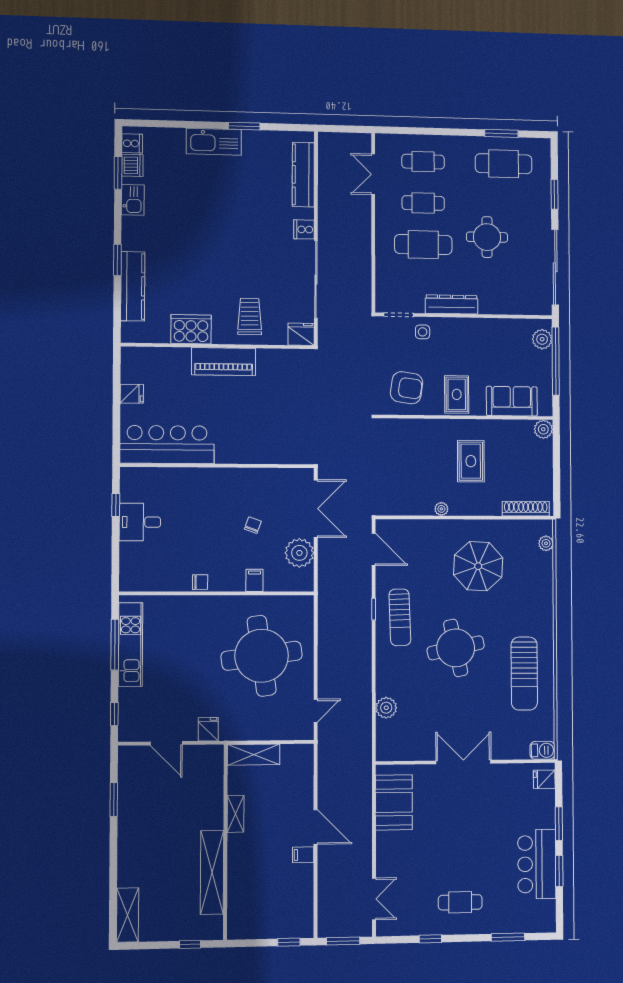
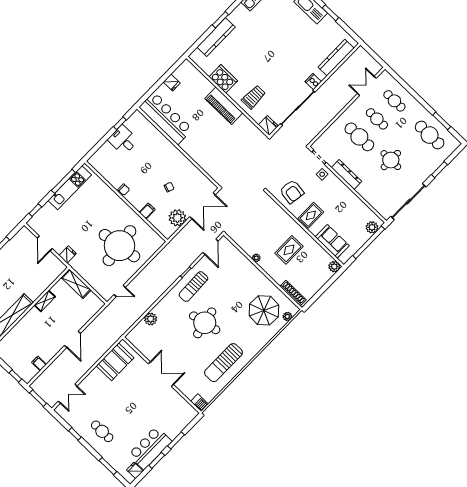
parasol: (478, 566) -> (264, 310), moved
fridge: (544, 779) -> (135, 470), moved
filing cabinet: (303, 855) -> (39, 363), moved

